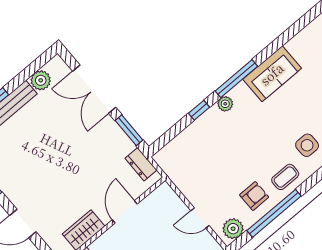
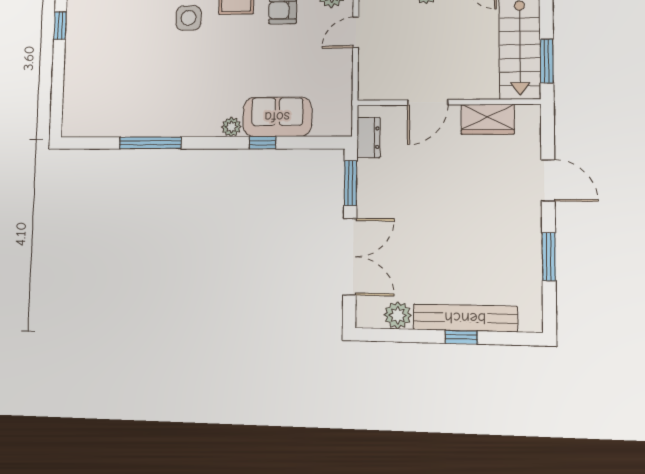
sofa: (272, 74) -> (277, 117), moved
window: (236, 79) -> (150, 143), moved
door: (200, 218) -> (356, 32), swing flipped

